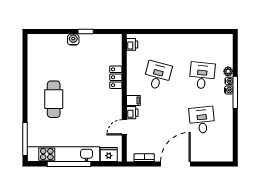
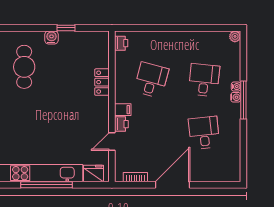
plant: (228, 71) -> (235, 36), moved
cafe table: (54, 99) -> (24, 67), moved

